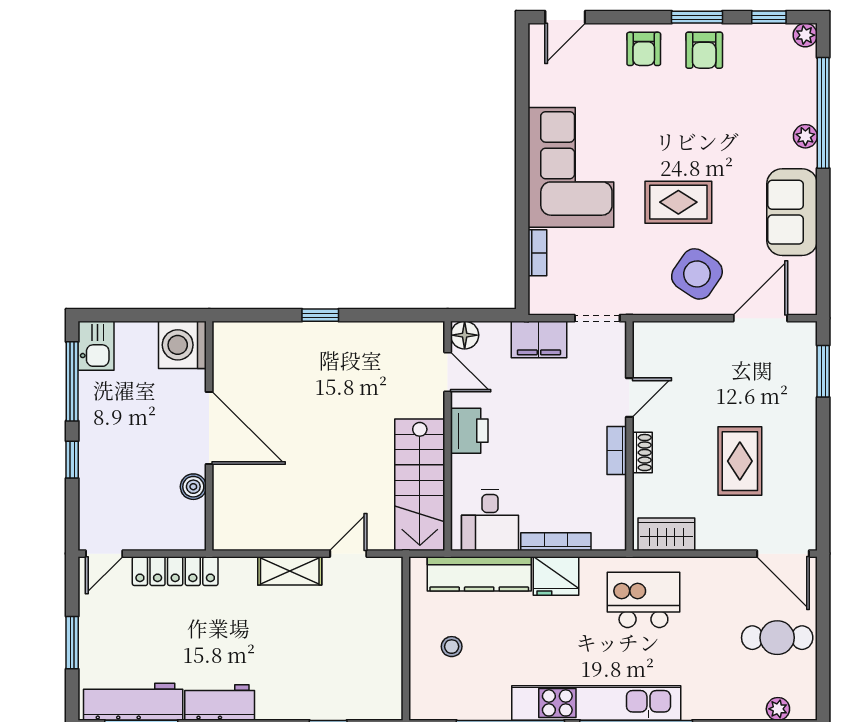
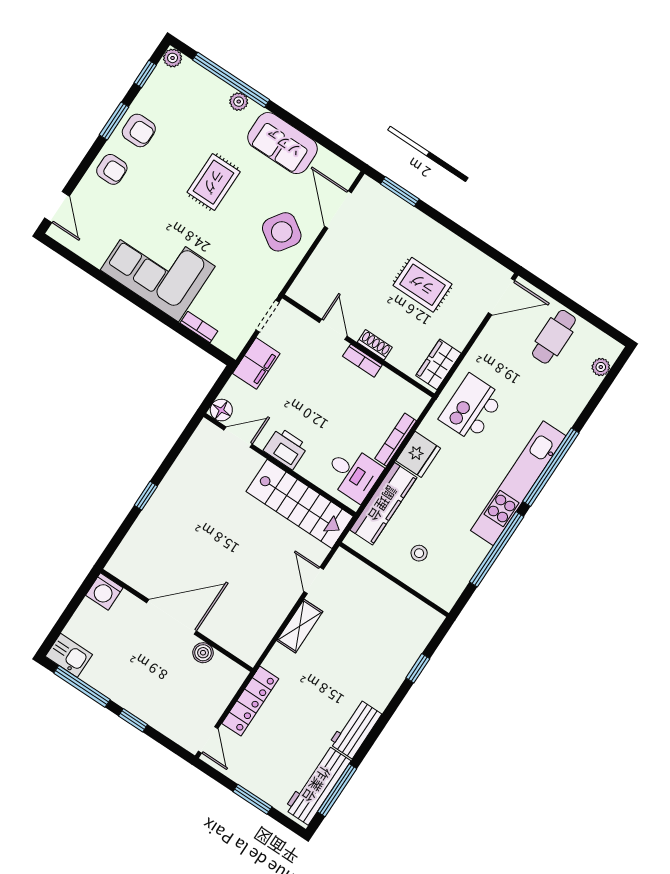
rug: (678, 202) -> (214, 182), moved
washing machine: (182, 345) -> (104, 592), width x0.73, depth x0.73

